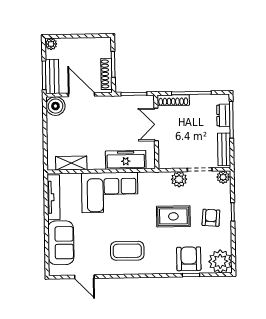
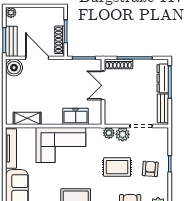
dresser: (223, 115) -> (163, 78), width x1.44
freezer: (126, 160) -> (76, 116), width x0.71
plant: (223, 177) -> (109, 133), moved

